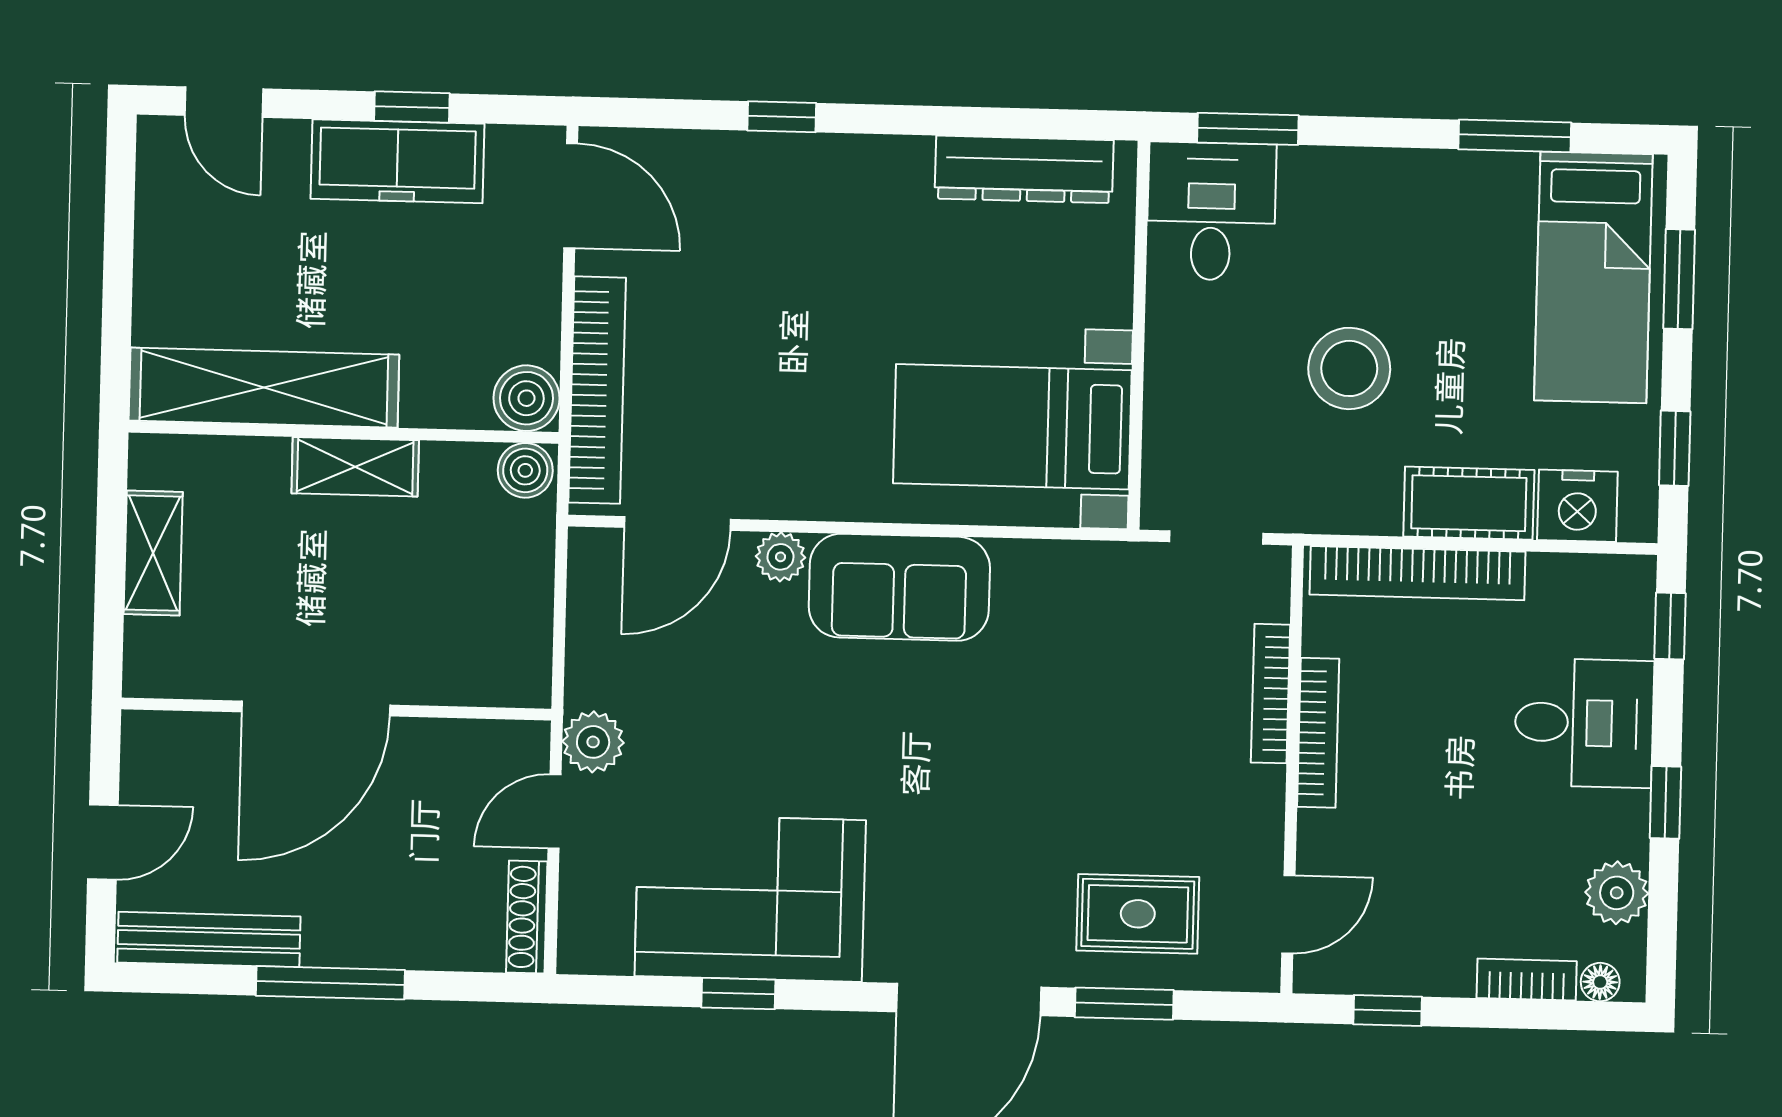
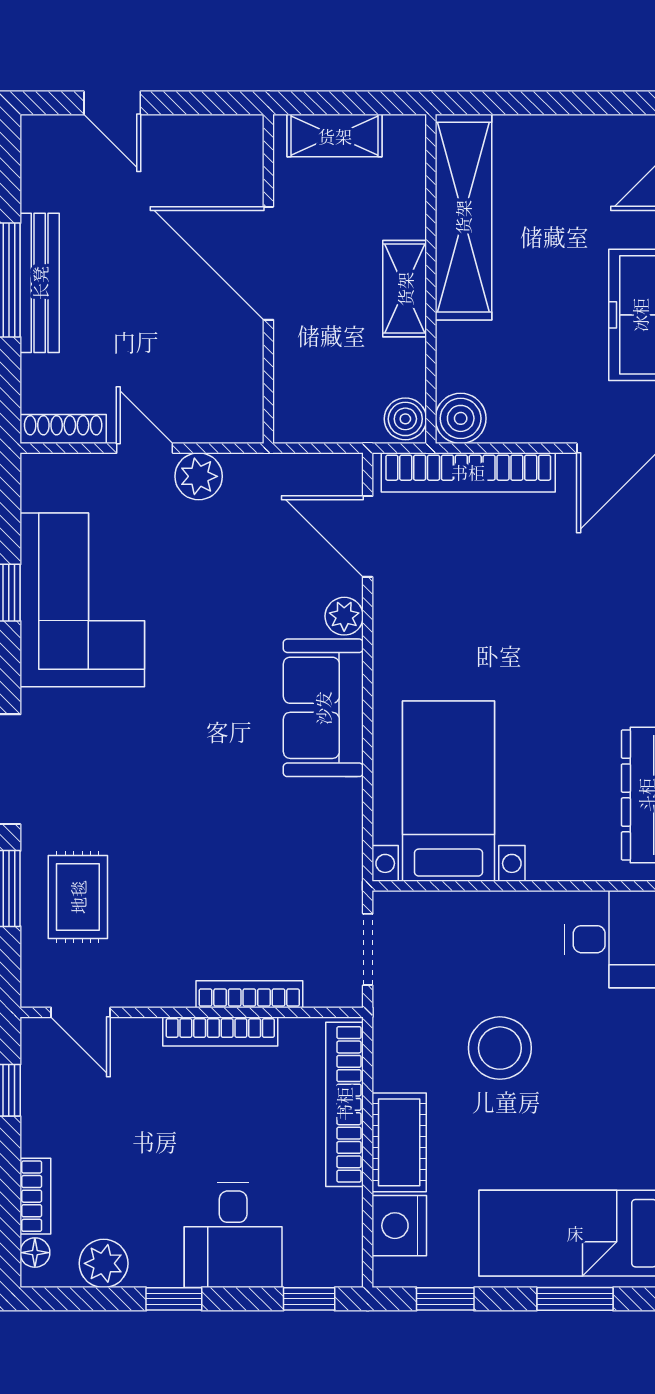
door: (316, 708) -> (268, 263), moved
wall: (336, 709) -> (268, 279), moved
bench: (209, 939) -> (40, 283), moved

